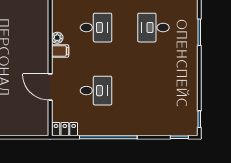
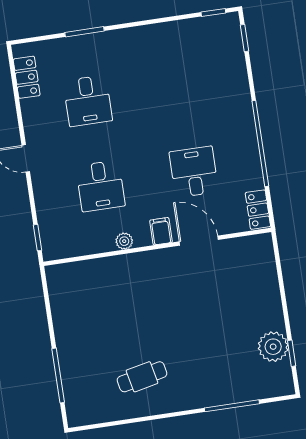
desk: (96, 28) -> (100, 186), turned 180
filing cabinet: (60, 51) -> (161, 231), moved
door: (50, 87) -> (199, 241), swing flipped

